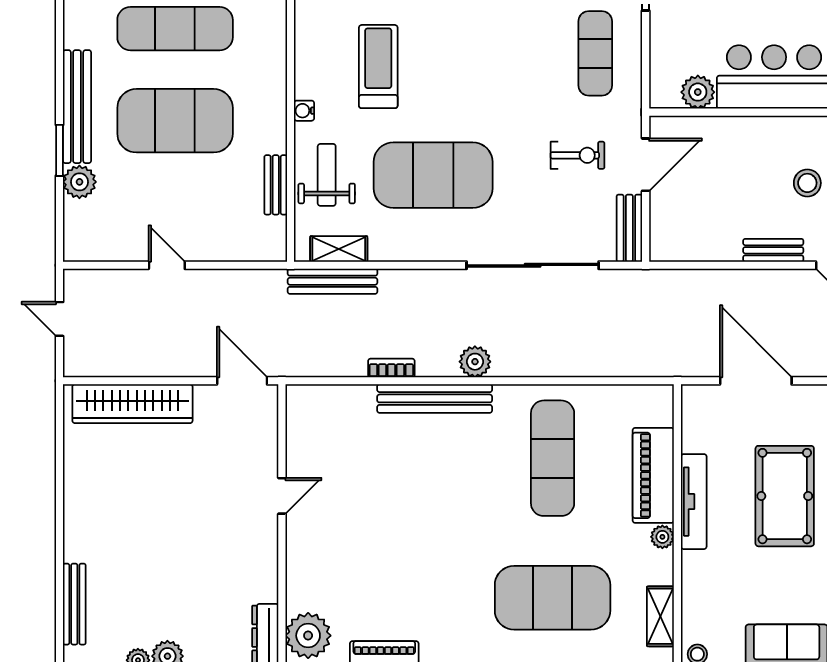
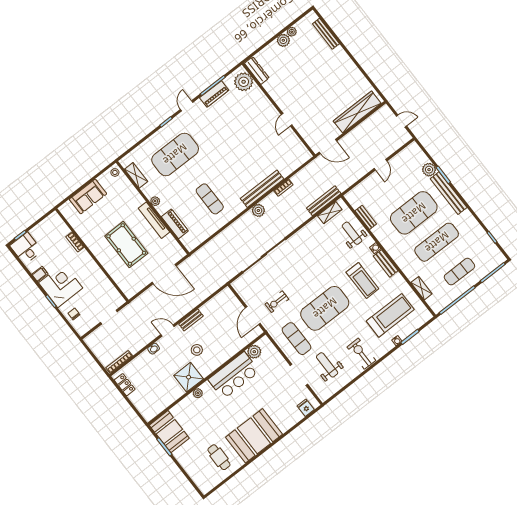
weight bench: (327, 175) -> (352, 233), turned 180
exercise mat: (433, 175) -> (325, 308), moved
bench: (629, 228) -> (386, 263), moved
door: (167, 265) -> (381, 165), hinge flipped
exercise mat: (553, 458) -> (210, 199), width x0.73, depth x0.69
piano: (653, 475) -> (175, 224), width x0.73, depth x0.75

